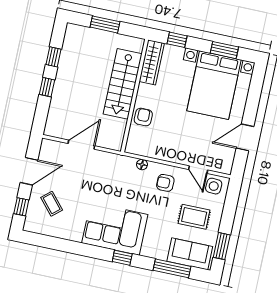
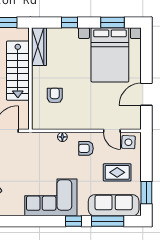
wardrobe: (152, 62) -> (39, 47), moved
stairs: (123, 84) -> (18, 71), moved
wall: (135, 96) -> (30, 79), moved
sofa: (190, 254) -> (114, 205), width x1.36
window: (122, 258) -> (74, 221), moved

